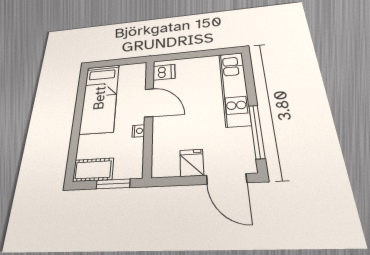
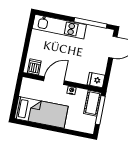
fridge: (192, 163) -> (96, 80), moved
cot: (93, 170) -> (93, 103), moved
window: (113, 184) -> (100, 110), width x1.44

